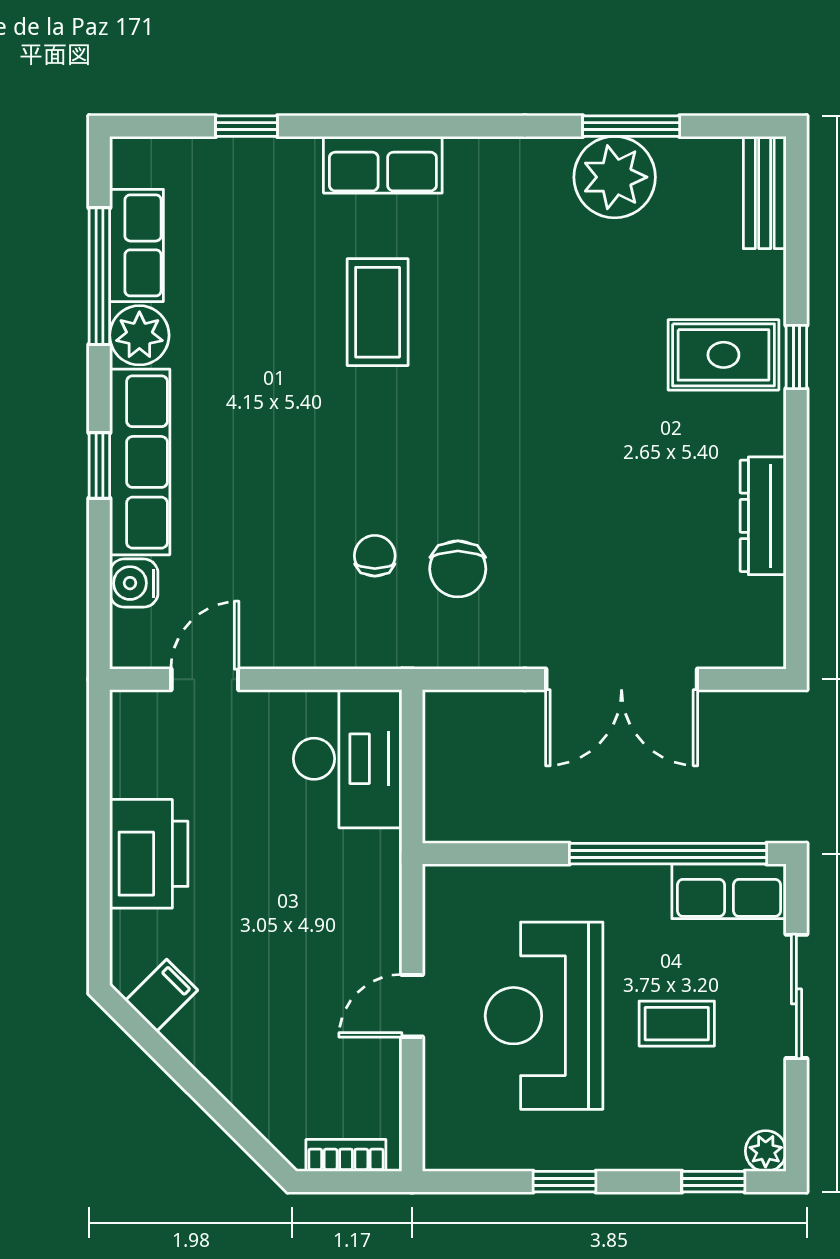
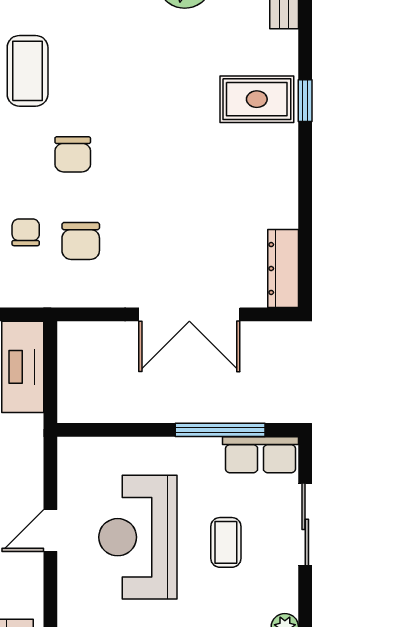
chair: (446, 438) -> (73, 154), added
dresser: (763, 516) -> (283, 269), moved
window: (668, 854) -> (220, 430), width x0.68
coffee table: (677, 1024) -> (226, 542), turned 90

